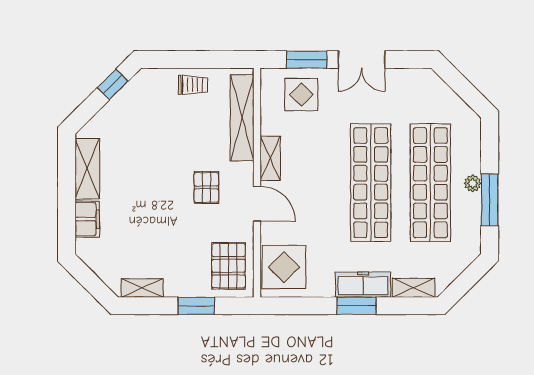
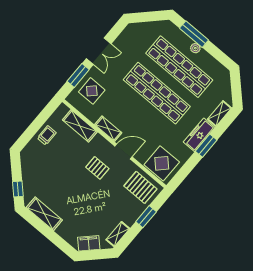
window: (113, 84) -> (18, 189), moved
shelving: (242, 118) -> (80, 126), width x0.68
window: (490, 200) -> (194, 34), moved
filing cabinet: (87, 219) -> (89, 243), moved, turned -45

